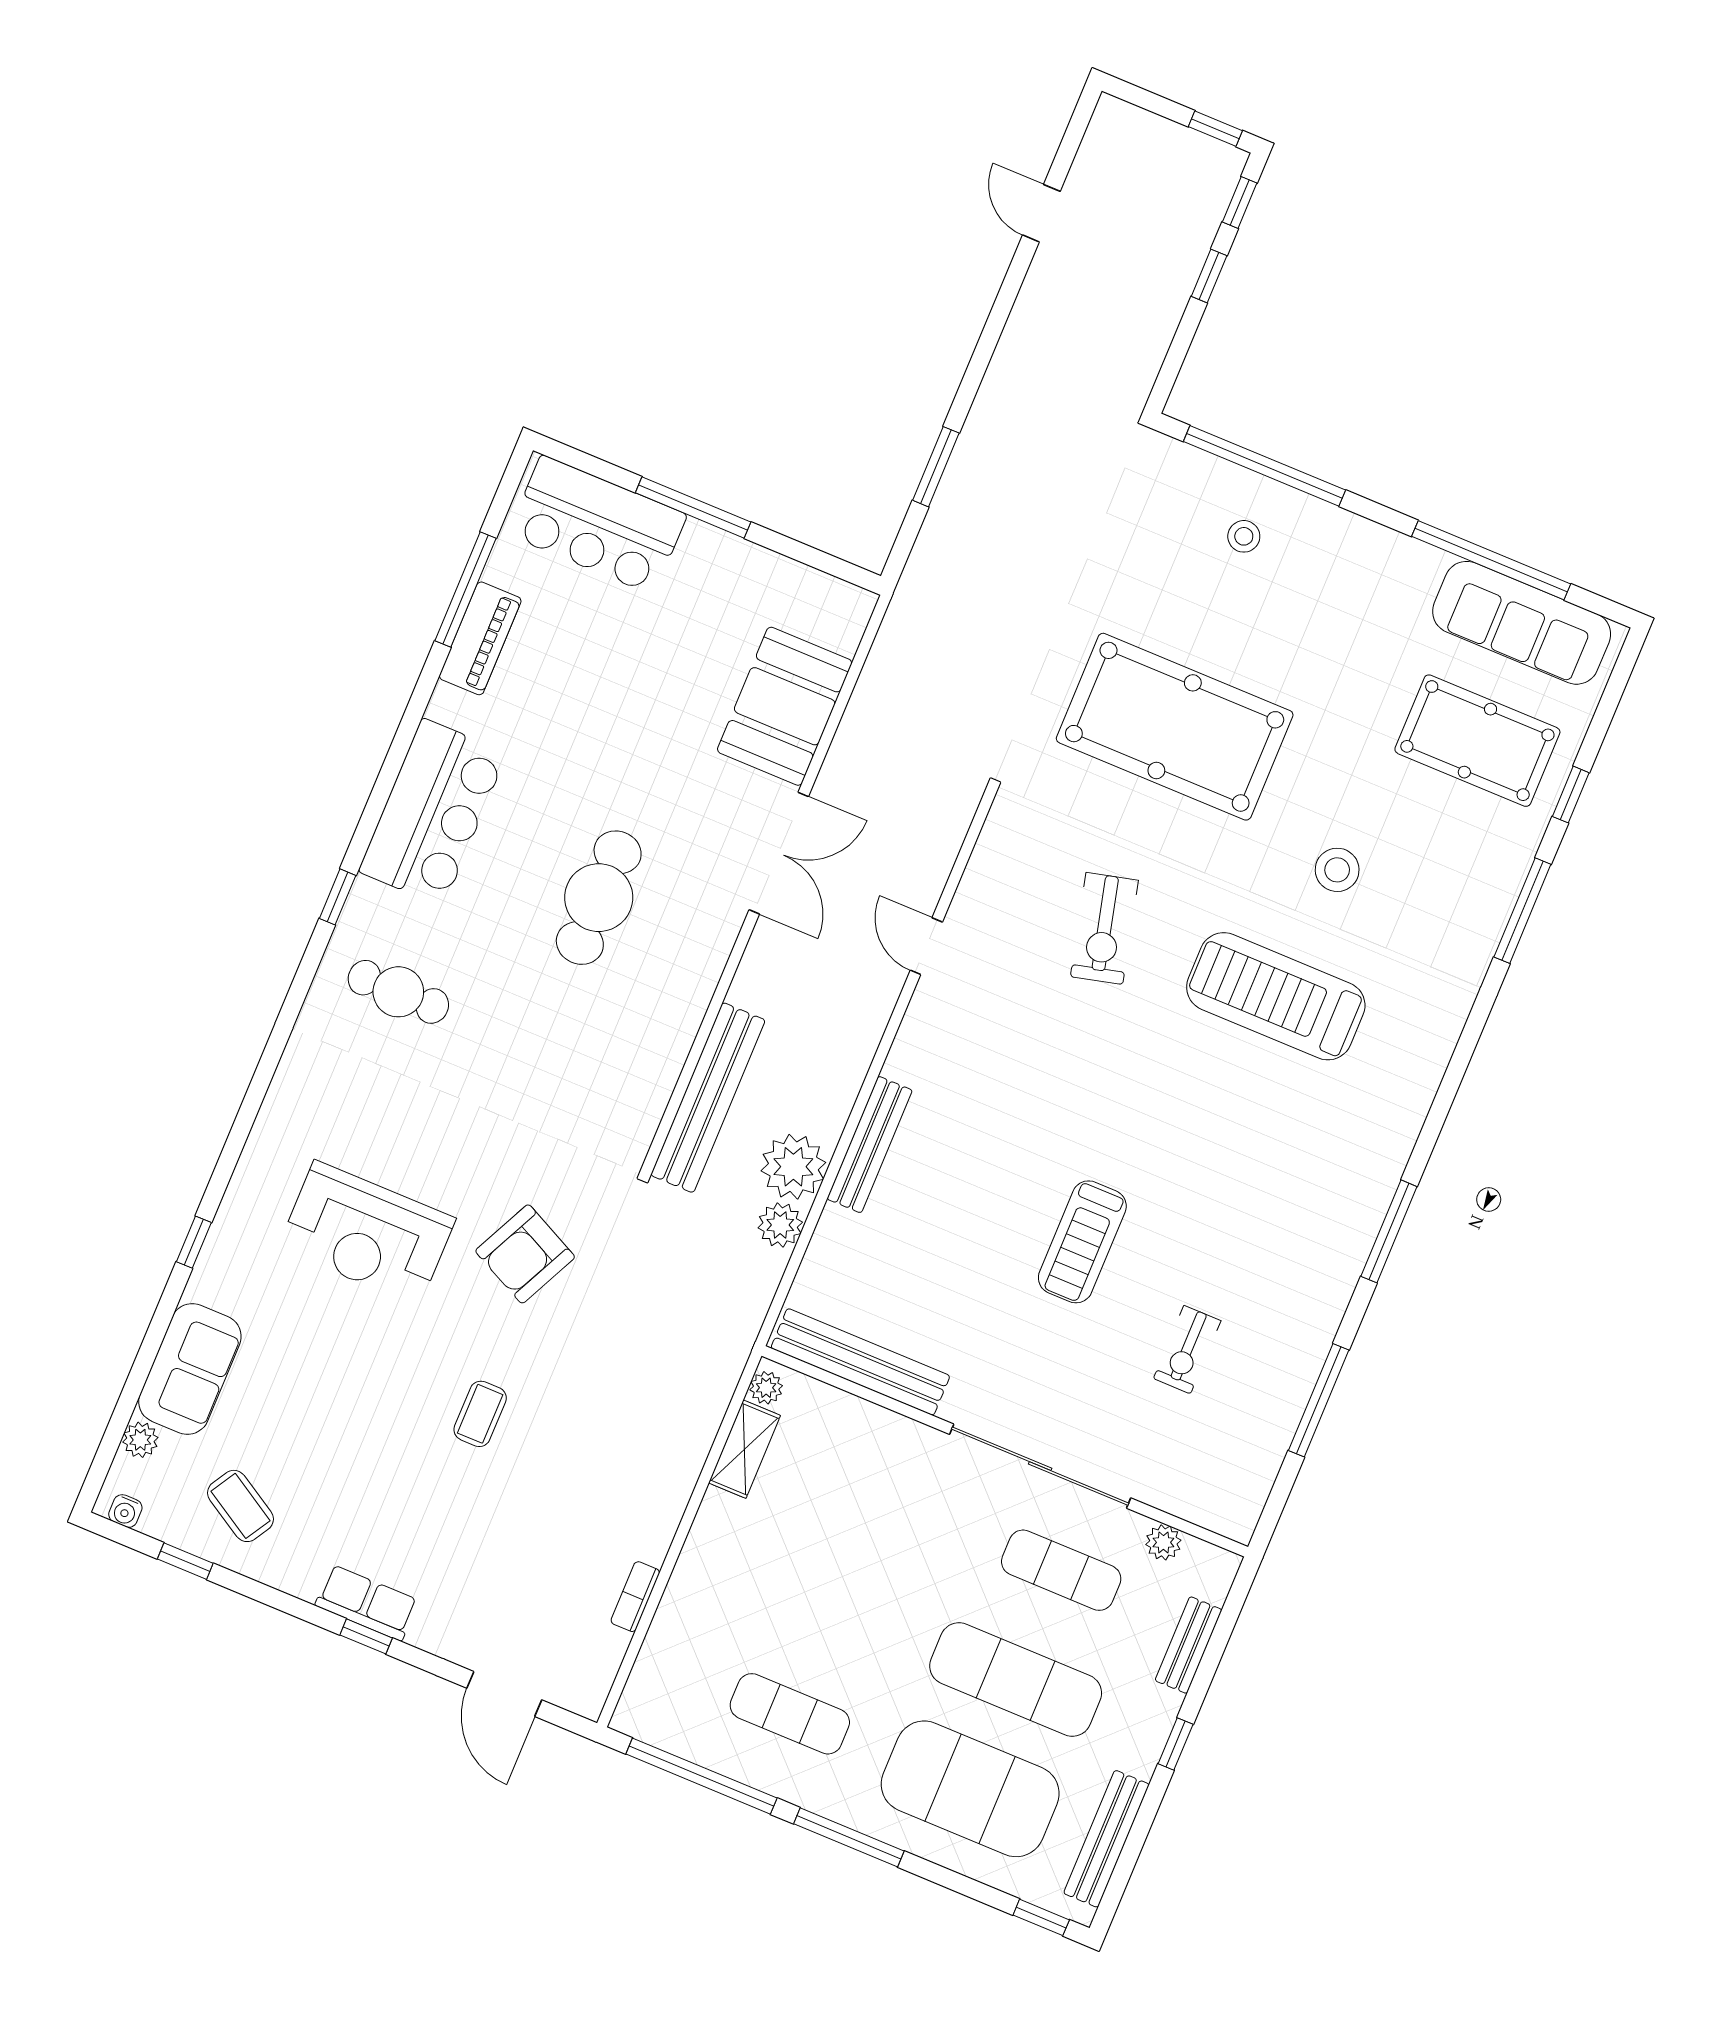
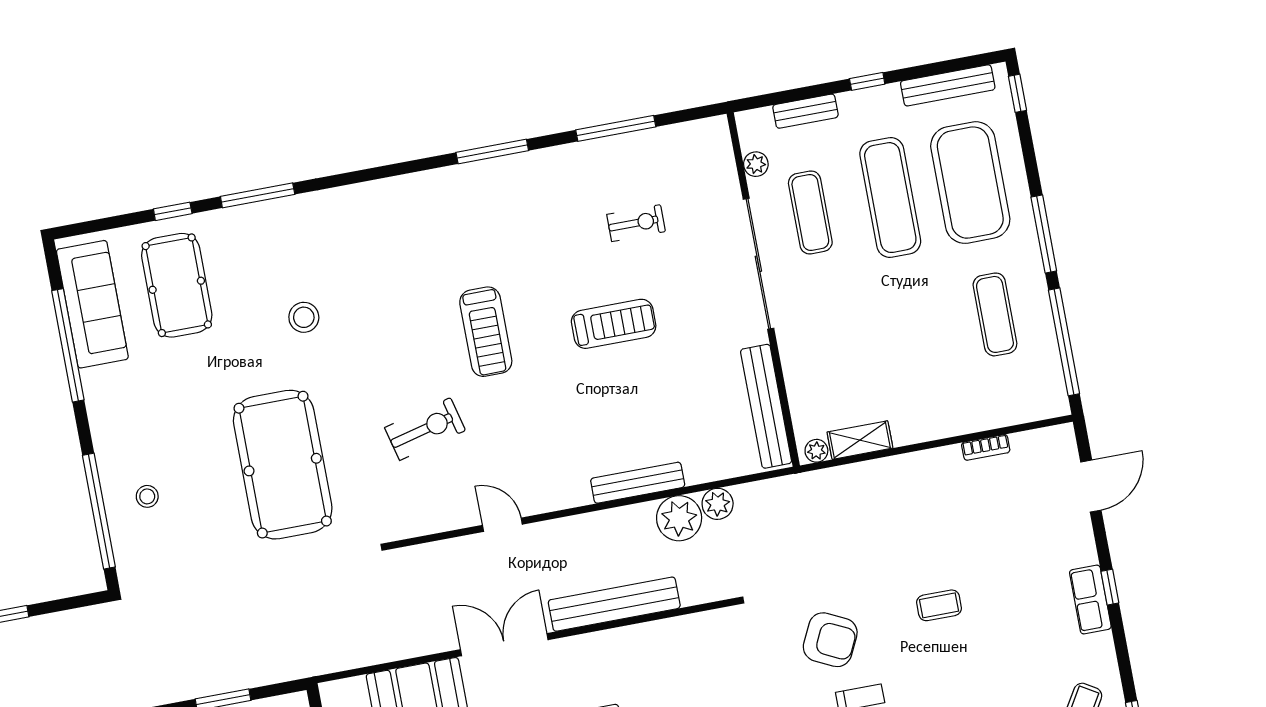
door: (926, 946) -> (502, 525), swing flipped
treadmill: (1276, 996) -> (486, 332), moved, width x0.73, depth x0.73
bench: (708, 1098) -> (614, 604), moved

